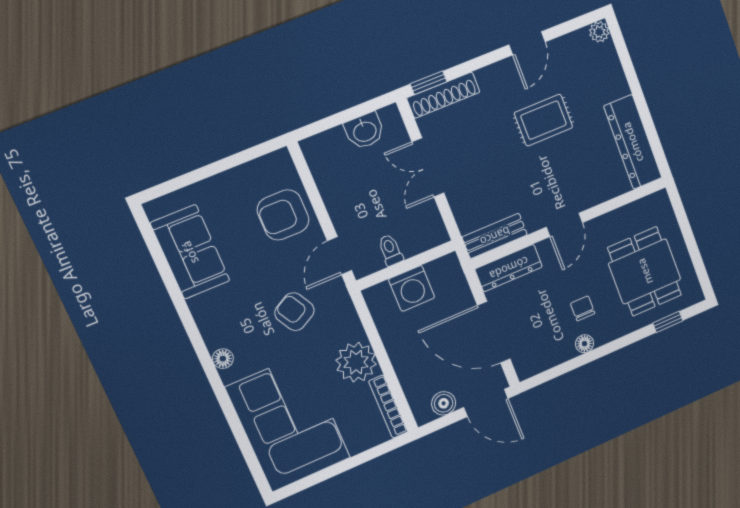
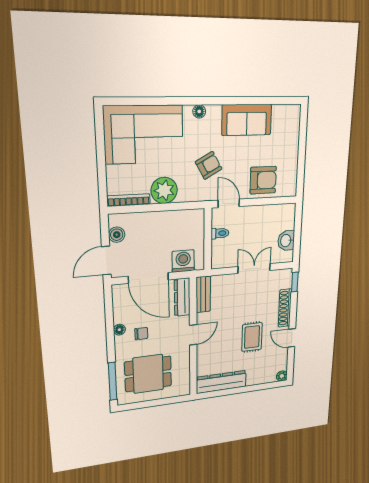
shoe rack: (443, 95) -> (285, 308), moved
armchair: (283, 215) -> (263, 180), turned 90
door: (564, 225) -> (193, 335), swing flipped
sofa: (190, 252) -> (247, 120), moved
washing machine: (412, 288) -> (183, 261), moved, turned 90
window: (668, 322) -> (113, 381), width x2.17
door: (494, 332) -> (148, 278), swing flipped

